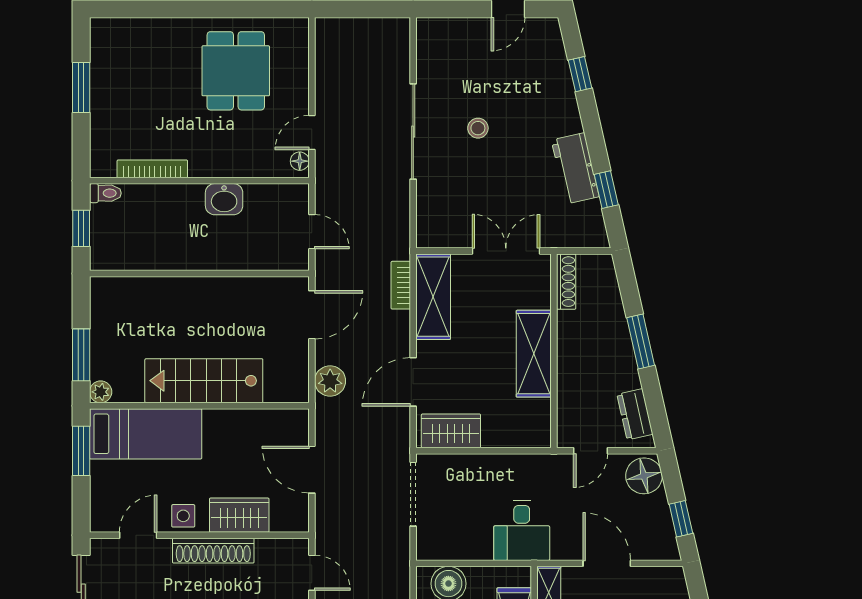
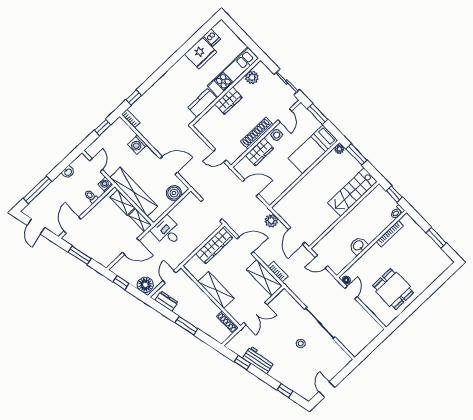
stairs: (204, 381) -> (352, 192), moved, turned 180
door: (413, 382) -> (245, 245), hinge flipped
wardrobe: (451, 431) -> (214, 246), width x1.50
window: (81, 451) -> (318, 114), moved

